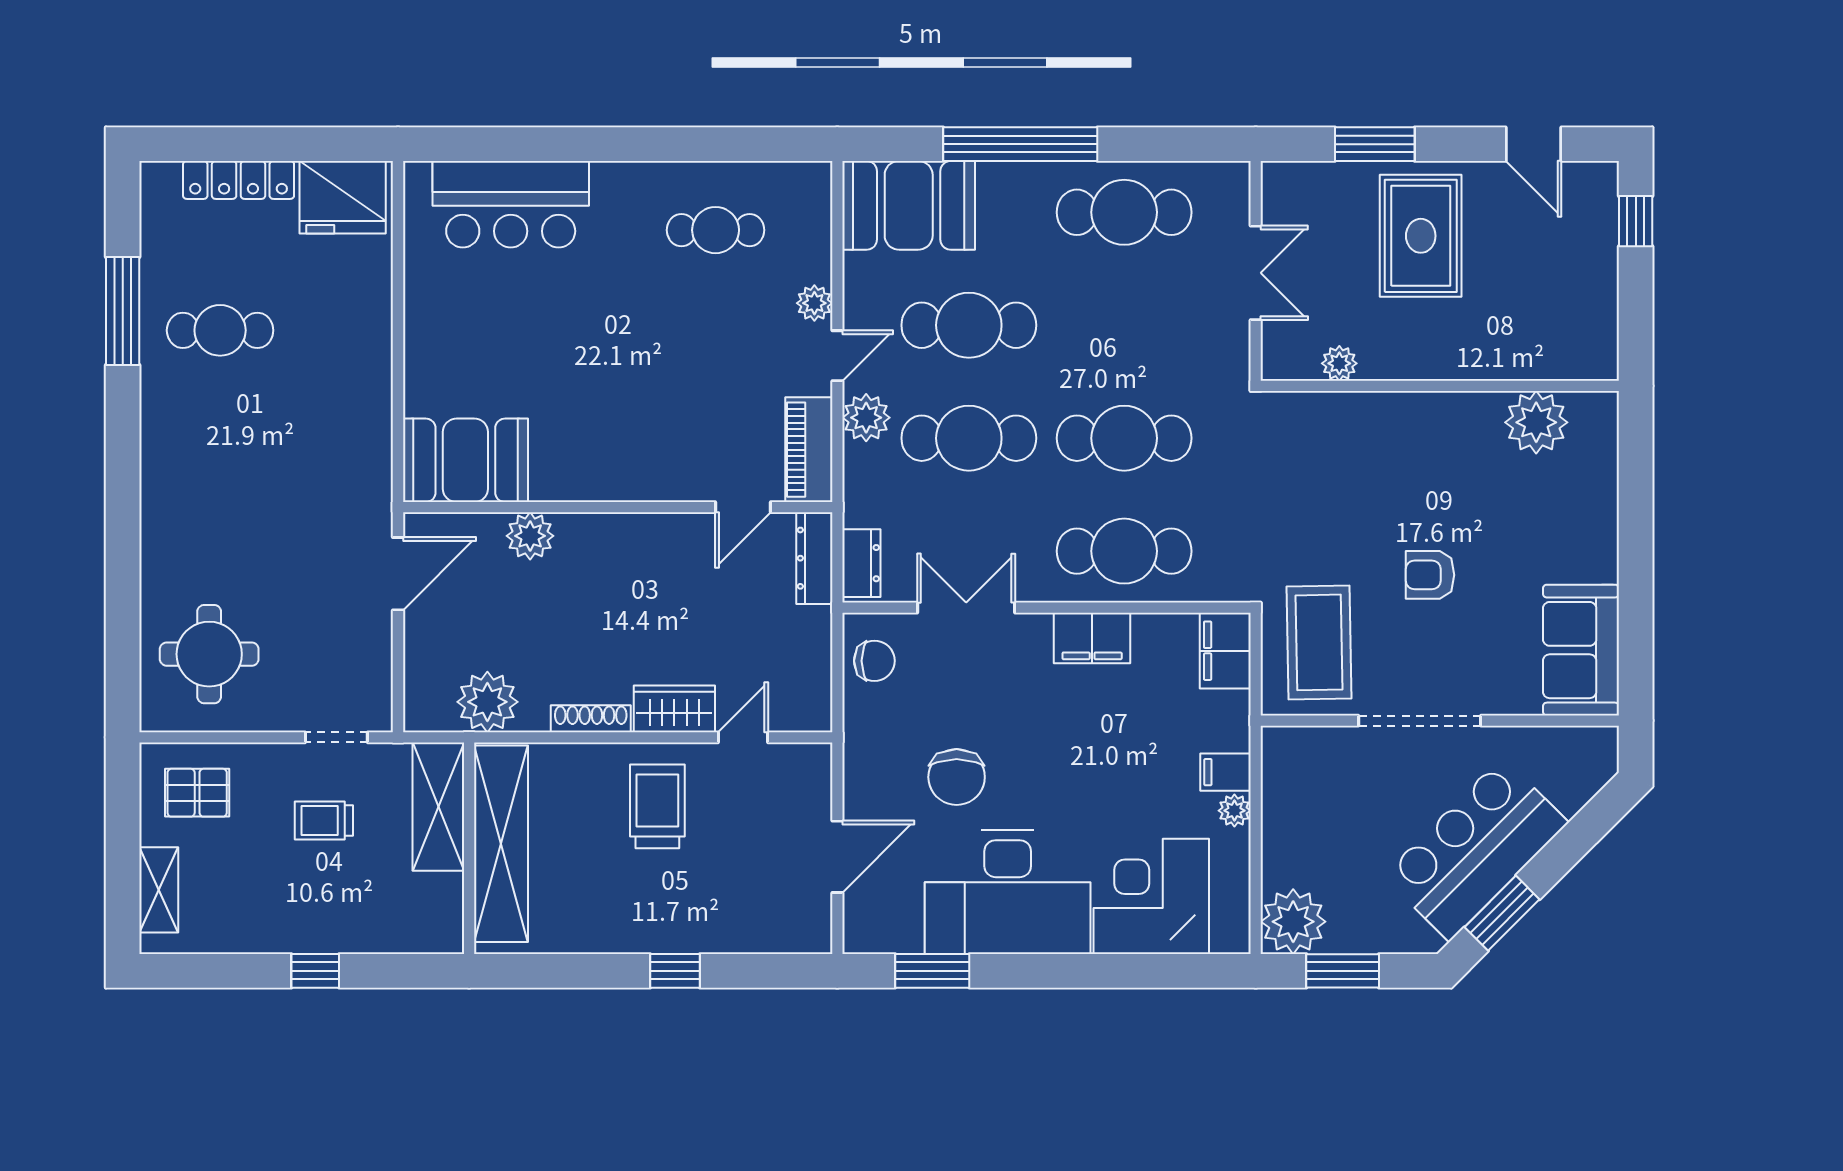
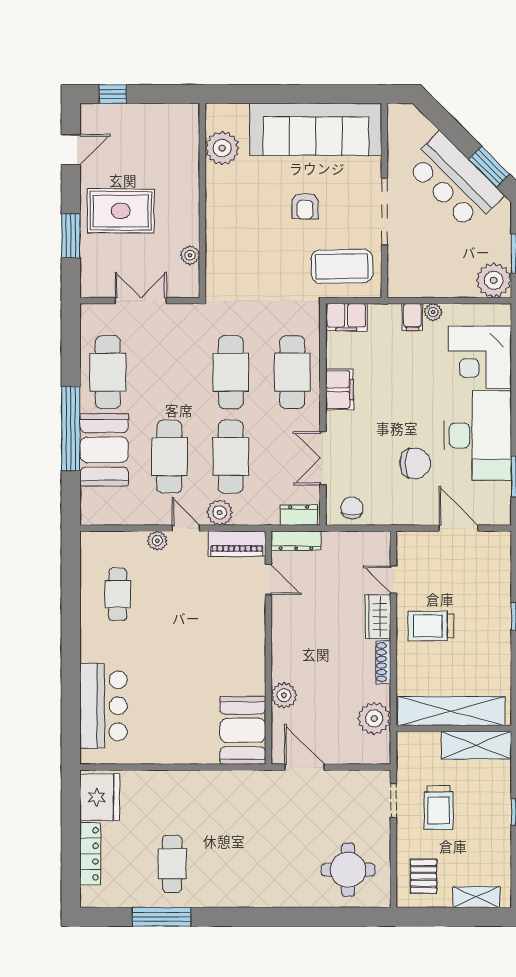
booth: (909, 205) -> (104, 450), moved
sofa: (1581, 650) -> (316, 129), width x1.85, depth x1.27
shelving: (438, 807) -> (476, 745), moved
trolley: (324, 820) -> (439, 807), width x1.36, depth x1.39

